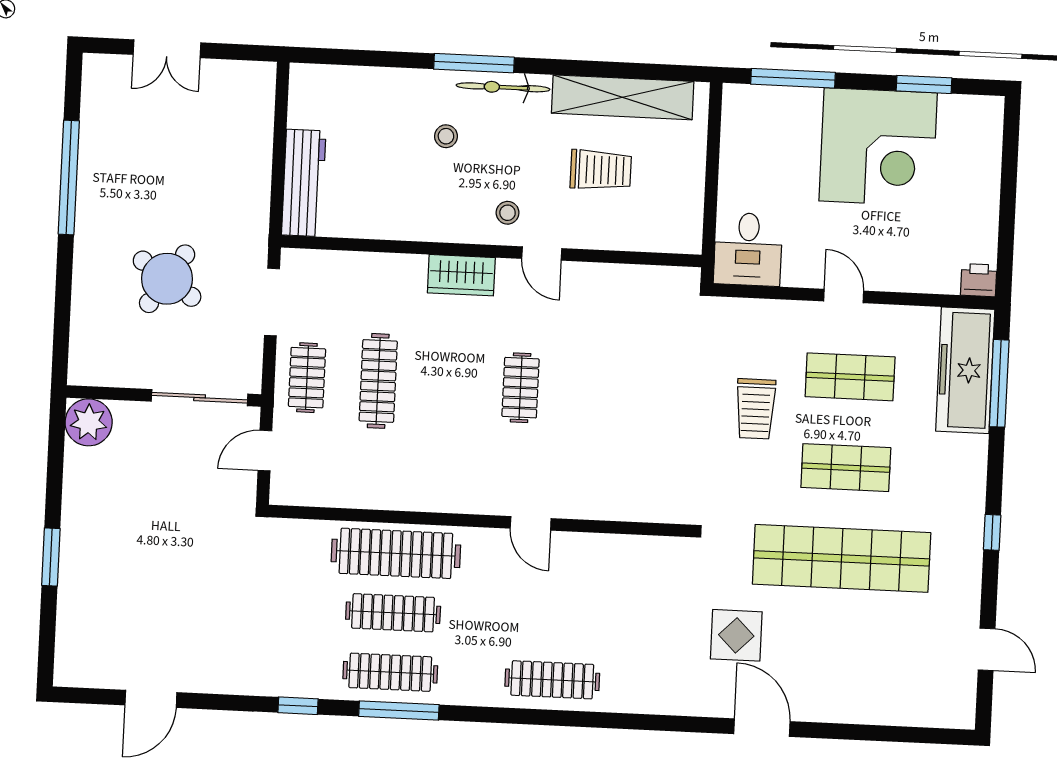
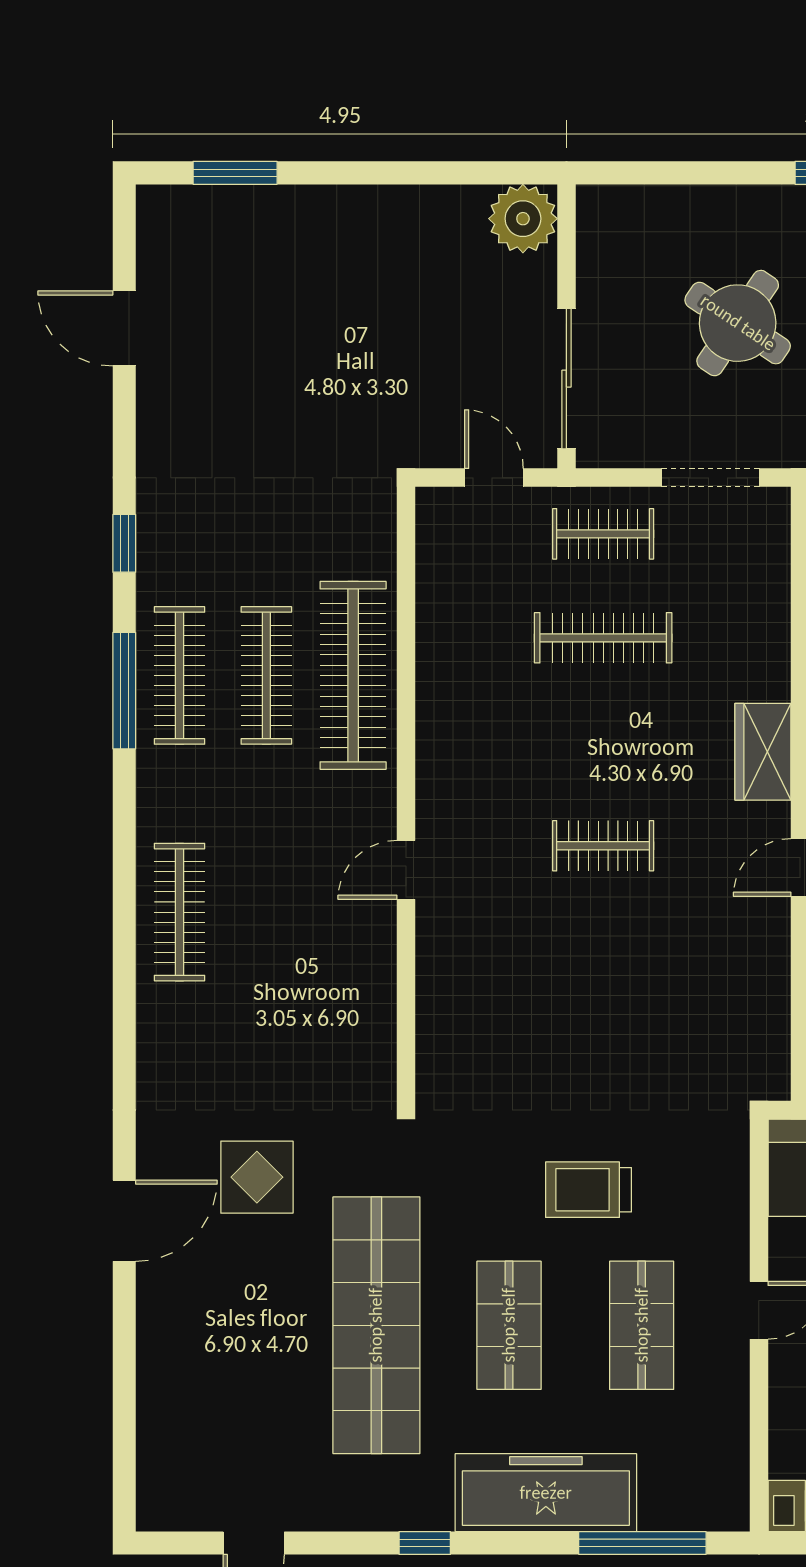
freezer: (965, 370) -> (546, 1493), moved
window: (51, 557) -> (235, 173), moved

